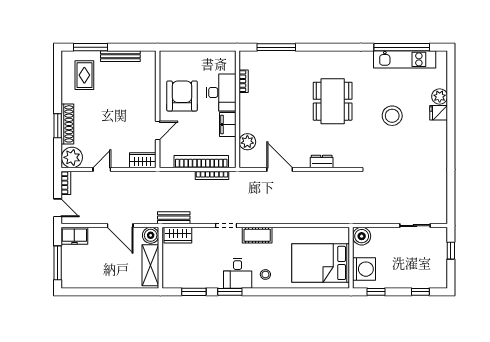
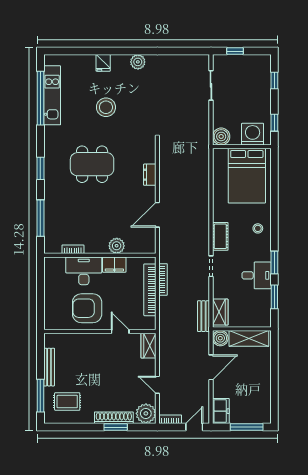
window: (328, 47) -> (40, 168), added
plant: (440, 96) -> (138, 62), moved
plant: (247, 142) -> (117, 246), moved
desk: (238, 273) -> (257, 275), moved

